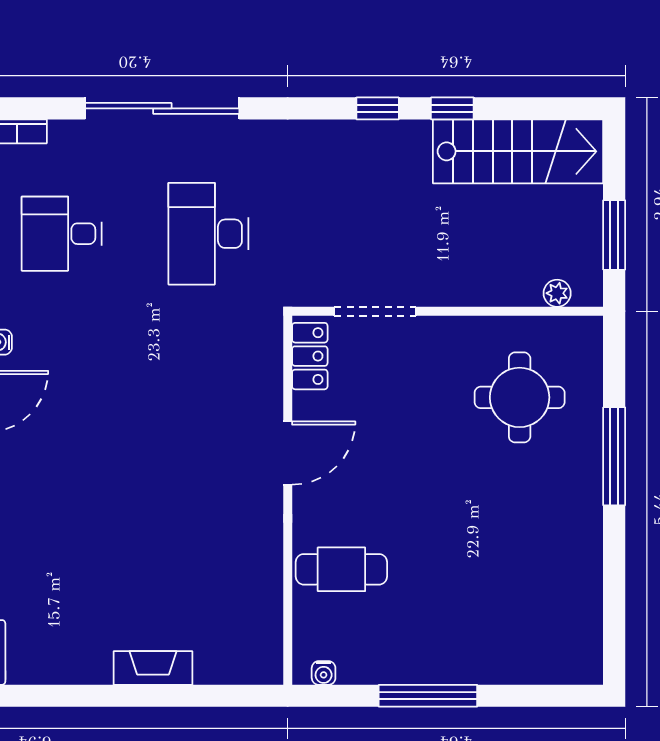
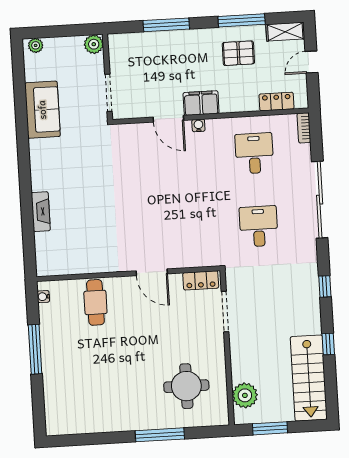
window: (378, 108) -> (325, 286), moved
desk: (208, 234) -> (259, 226), width x0.73
plant: (557, 293) -> (245, 395), width x1.88, depth x1.88

